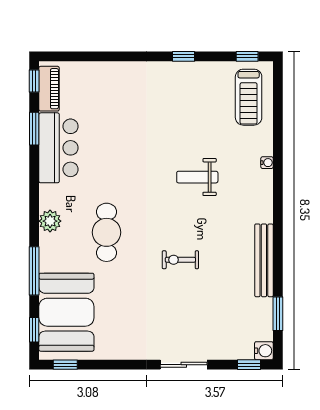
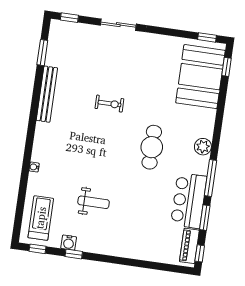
window: (183, 56) -> (74, 254), moved
weight bench: (197, 177) -> (94, 202), moved
cafe table: (107, 232) -> (152, 147), moved
window: (34, 271) -> (211, 178), moved
water cooler: (264, 351) -> (69, 243), moved, turned -90

